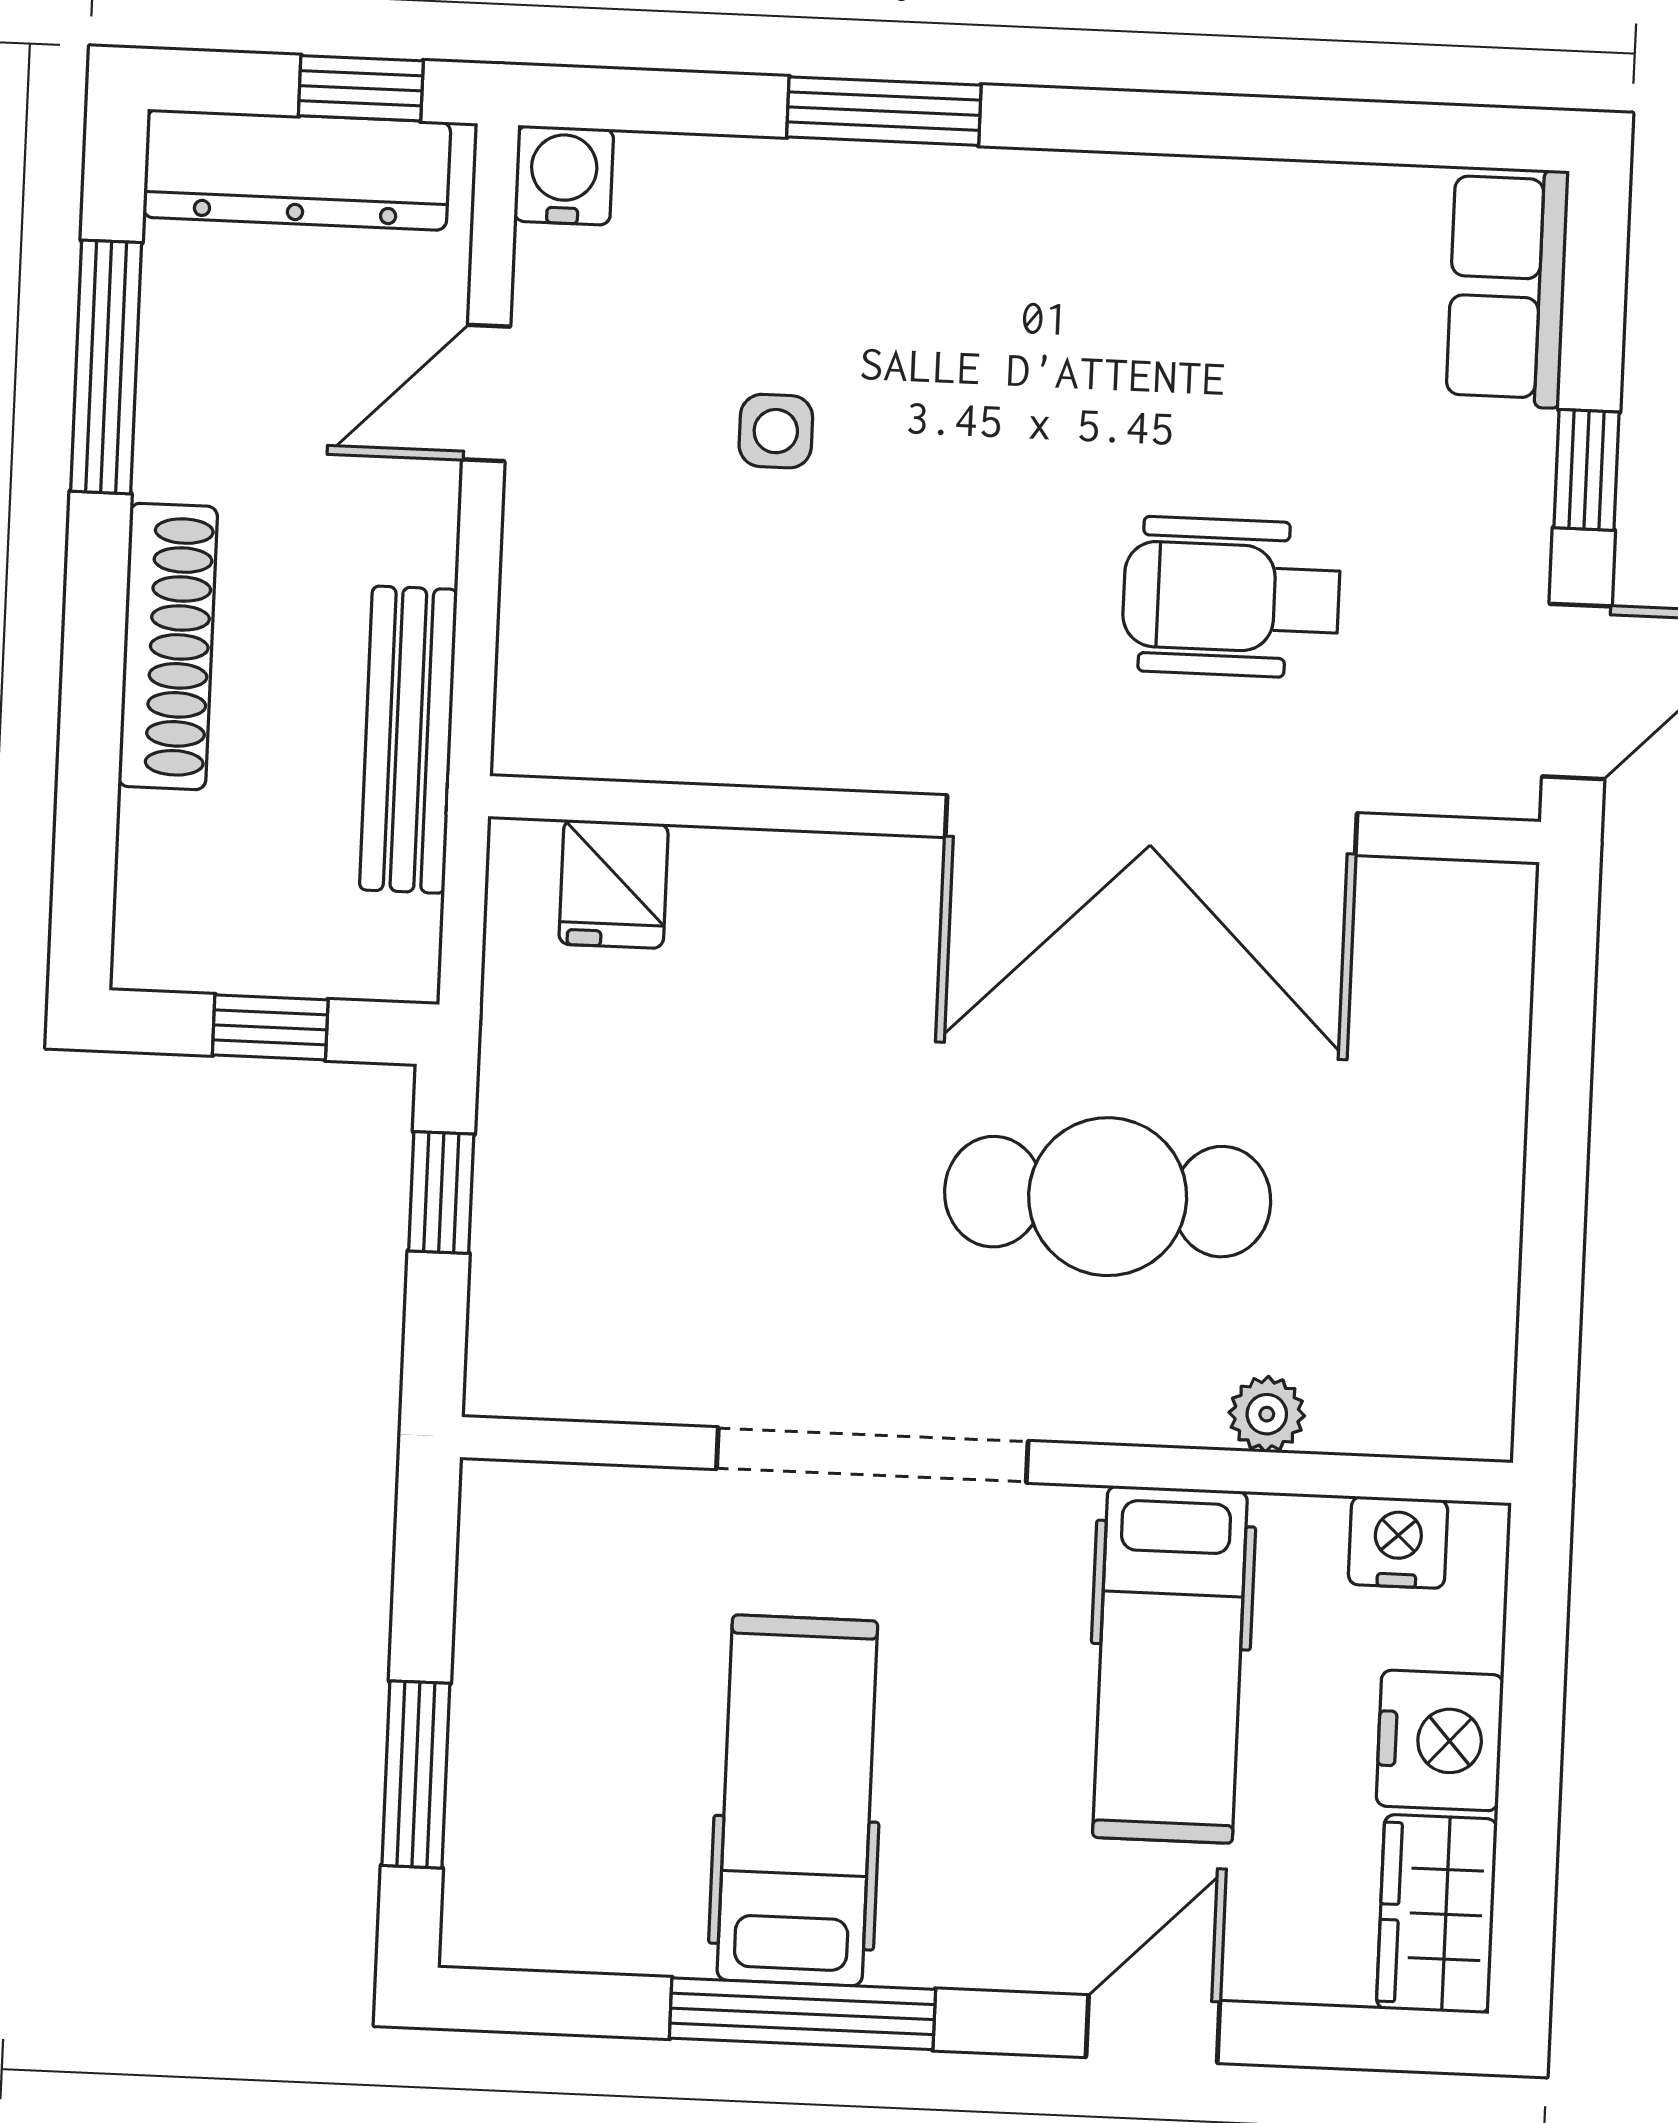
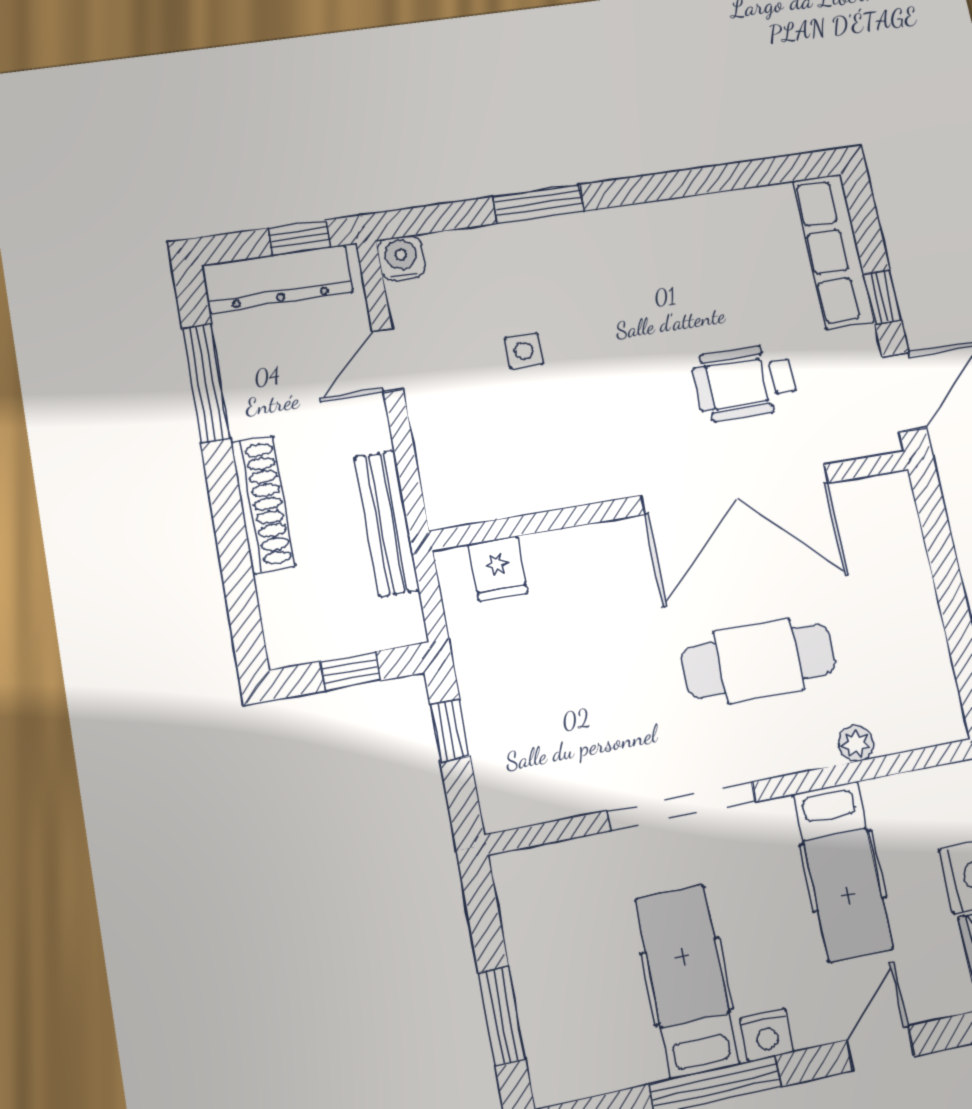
row of seats: (1508, 287) -> (833, 251), width x1.48
nightstand: (1398, 1542) -> (767, 1035), moved, turned 180

